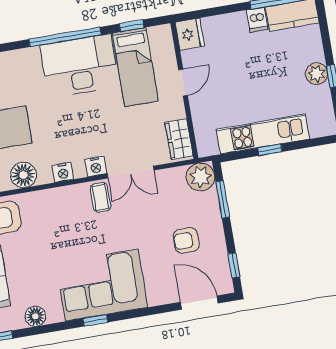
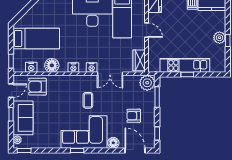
door: (183, 83) -> (147, 30), hinge flipped
coffee table: (100, 197) -> (88, 100), moved
floor lamp: (35, 316) -> (113, 143), moved

